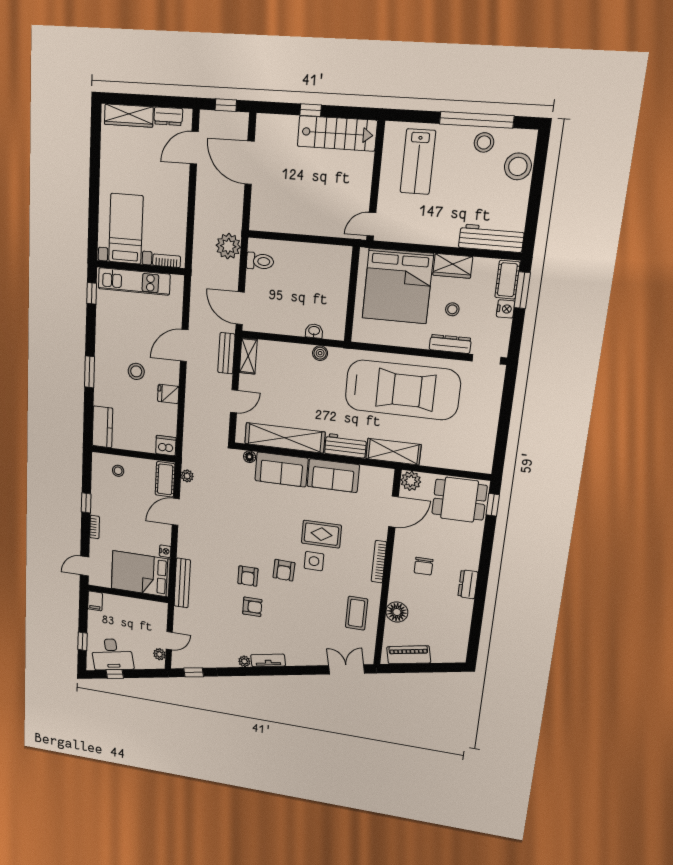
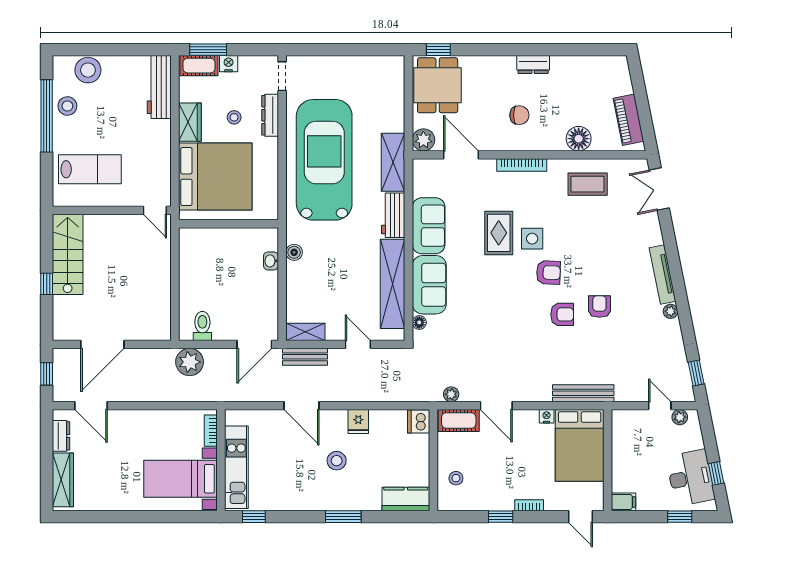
tv unit: (268, 660) -> (663, 275), width x1.41

